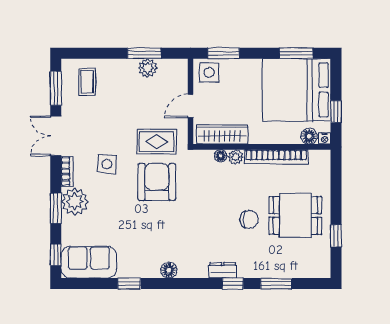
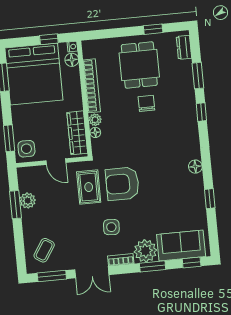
coffee table: (87, 82) -> (44, 250), turned -57
sofa: (89, 262) -> (181, 245), moved, turned 90
dresser: (223, 270) -> (184, 47), moved

